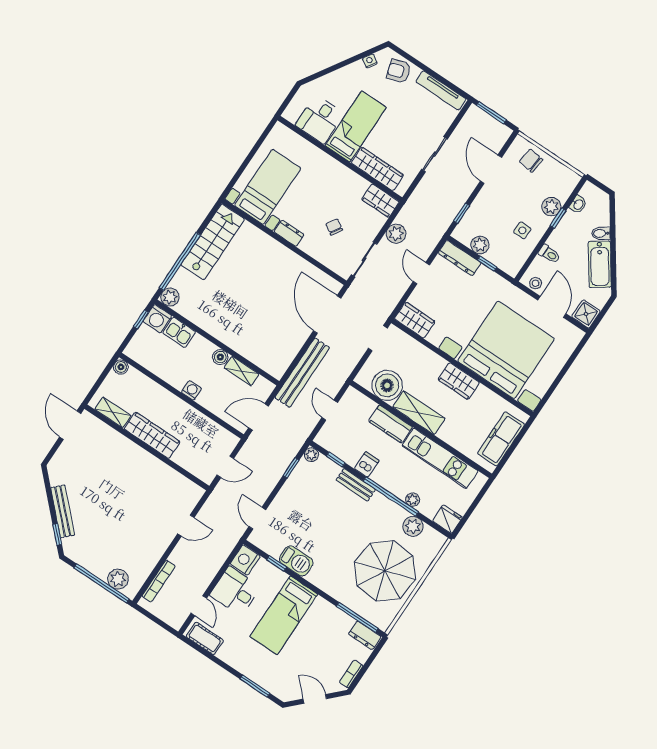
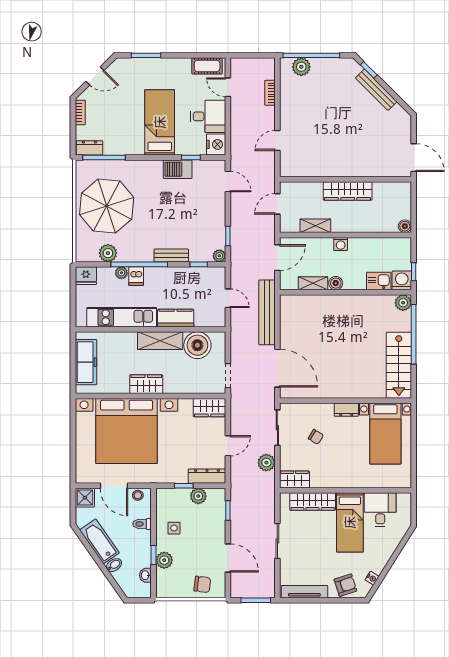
door: (421, 273) -> (228, 446), hinge flipped
shelving: (113, 412) -> (315, 226), moved
dishwasher: (367, 465) -> (136, 276), moved
bookcase: (159, 581) -> (270, 93), width x0.64

